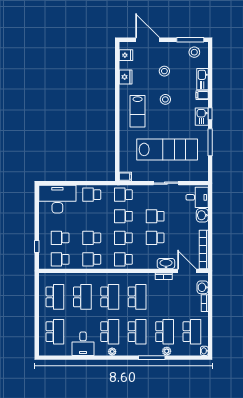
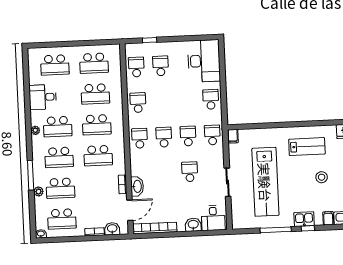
lab bench: (138, 111) -> (307, 147), turned 180
school desk: (92, 238) -> (162, 102), removed
school desk: (155, 238) -> (165, 173), removed

